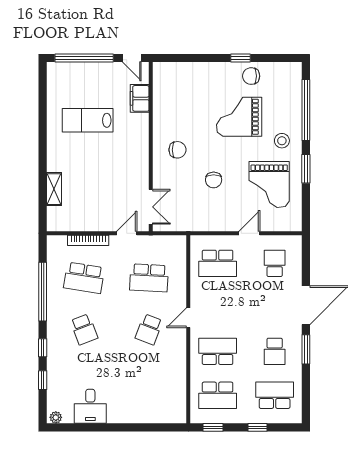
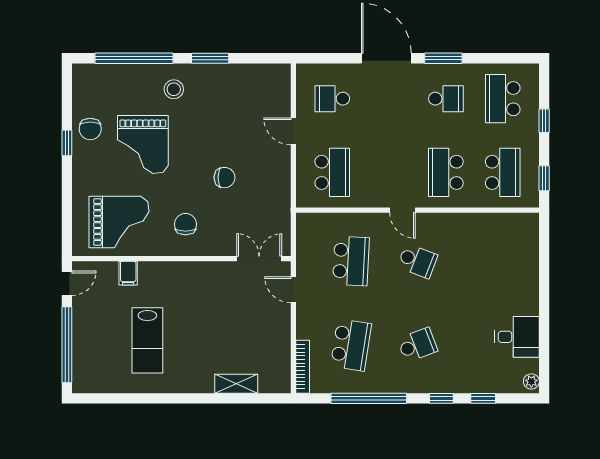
filing cabinet: (140, 98) -> (128, 273), width x0.50
grand piano: (269, 184) -> (119, 222), moved
bookcase: (88, 240) -> (303, 367), moved

